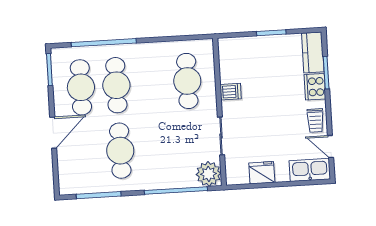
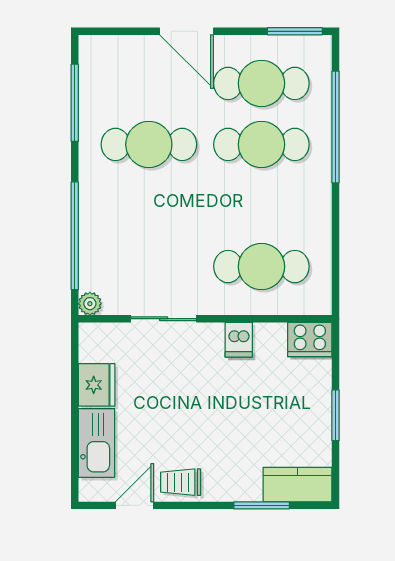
cooker: (315, 87) -> (310, 339), moved, turned 180
kitchen sink: (310, 170) -> (96, 443), moved
plant: (209, 174) -> (90, 304), width x0.53, depth x0.53

